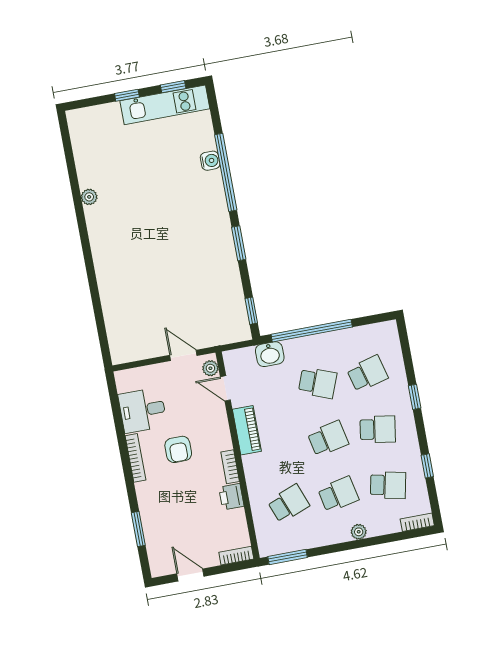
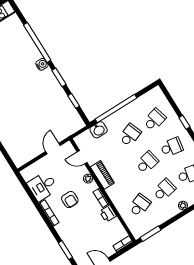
water cooler: (210, 161) -> (42, 64), moved
window: (251, 311) -> (74, 101), moved
door: (183, 355) -> (53, 149), hinge flipped
plant: (210, 368) -> (88, 179), moved
school desk: (318, 383) -> (130, 135), turned -42

